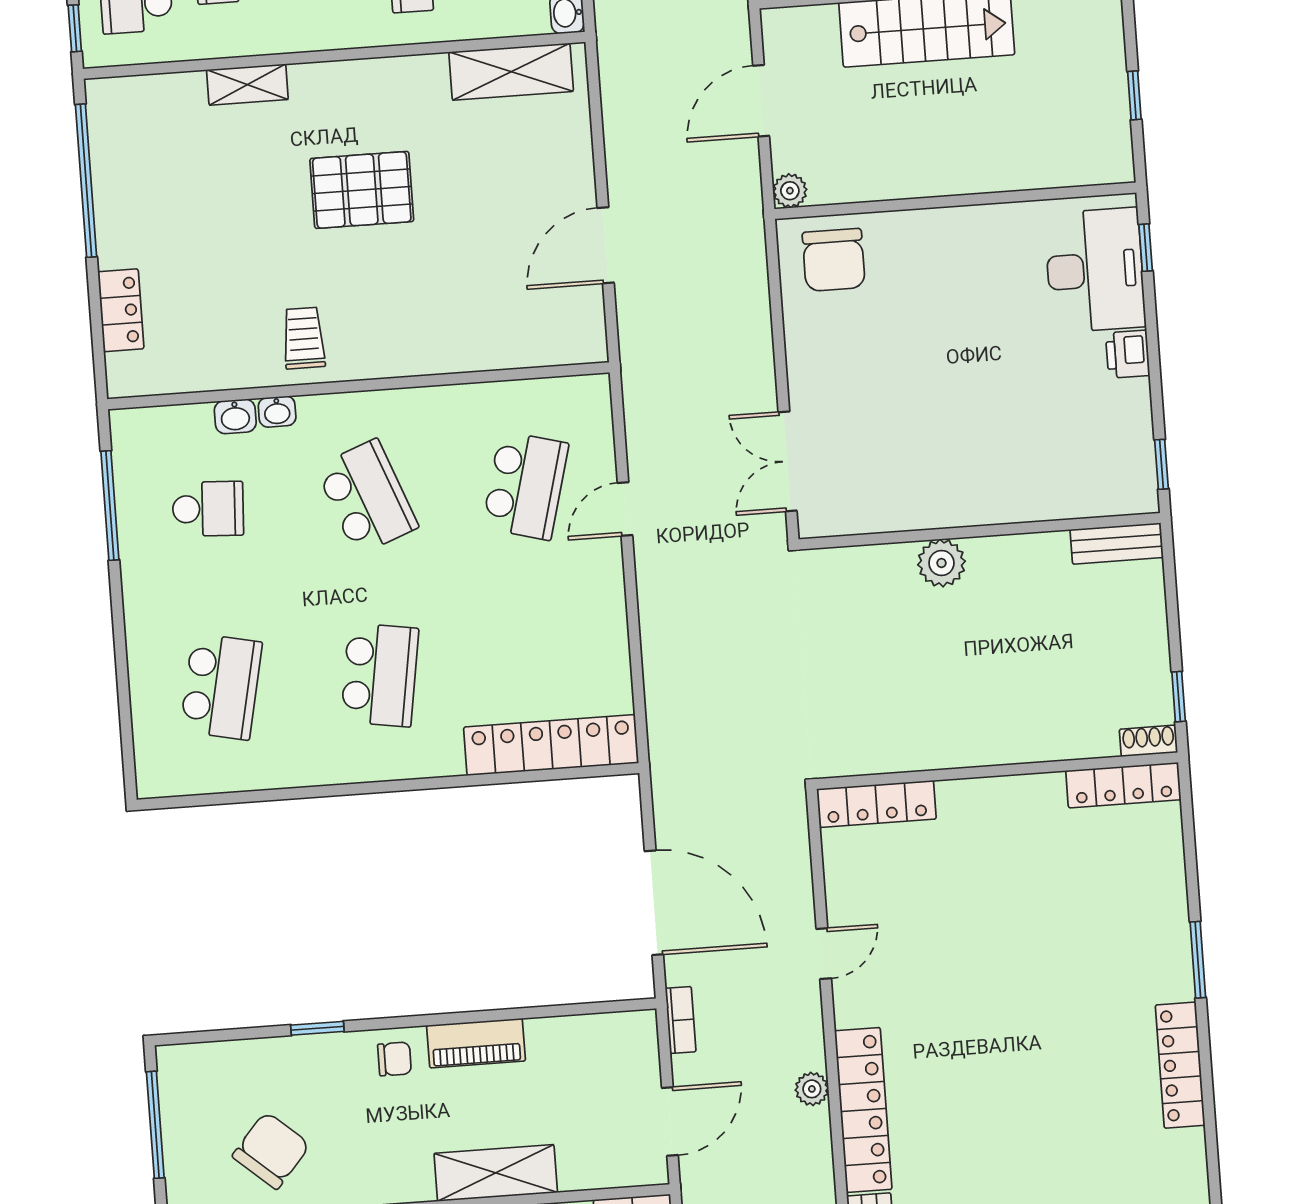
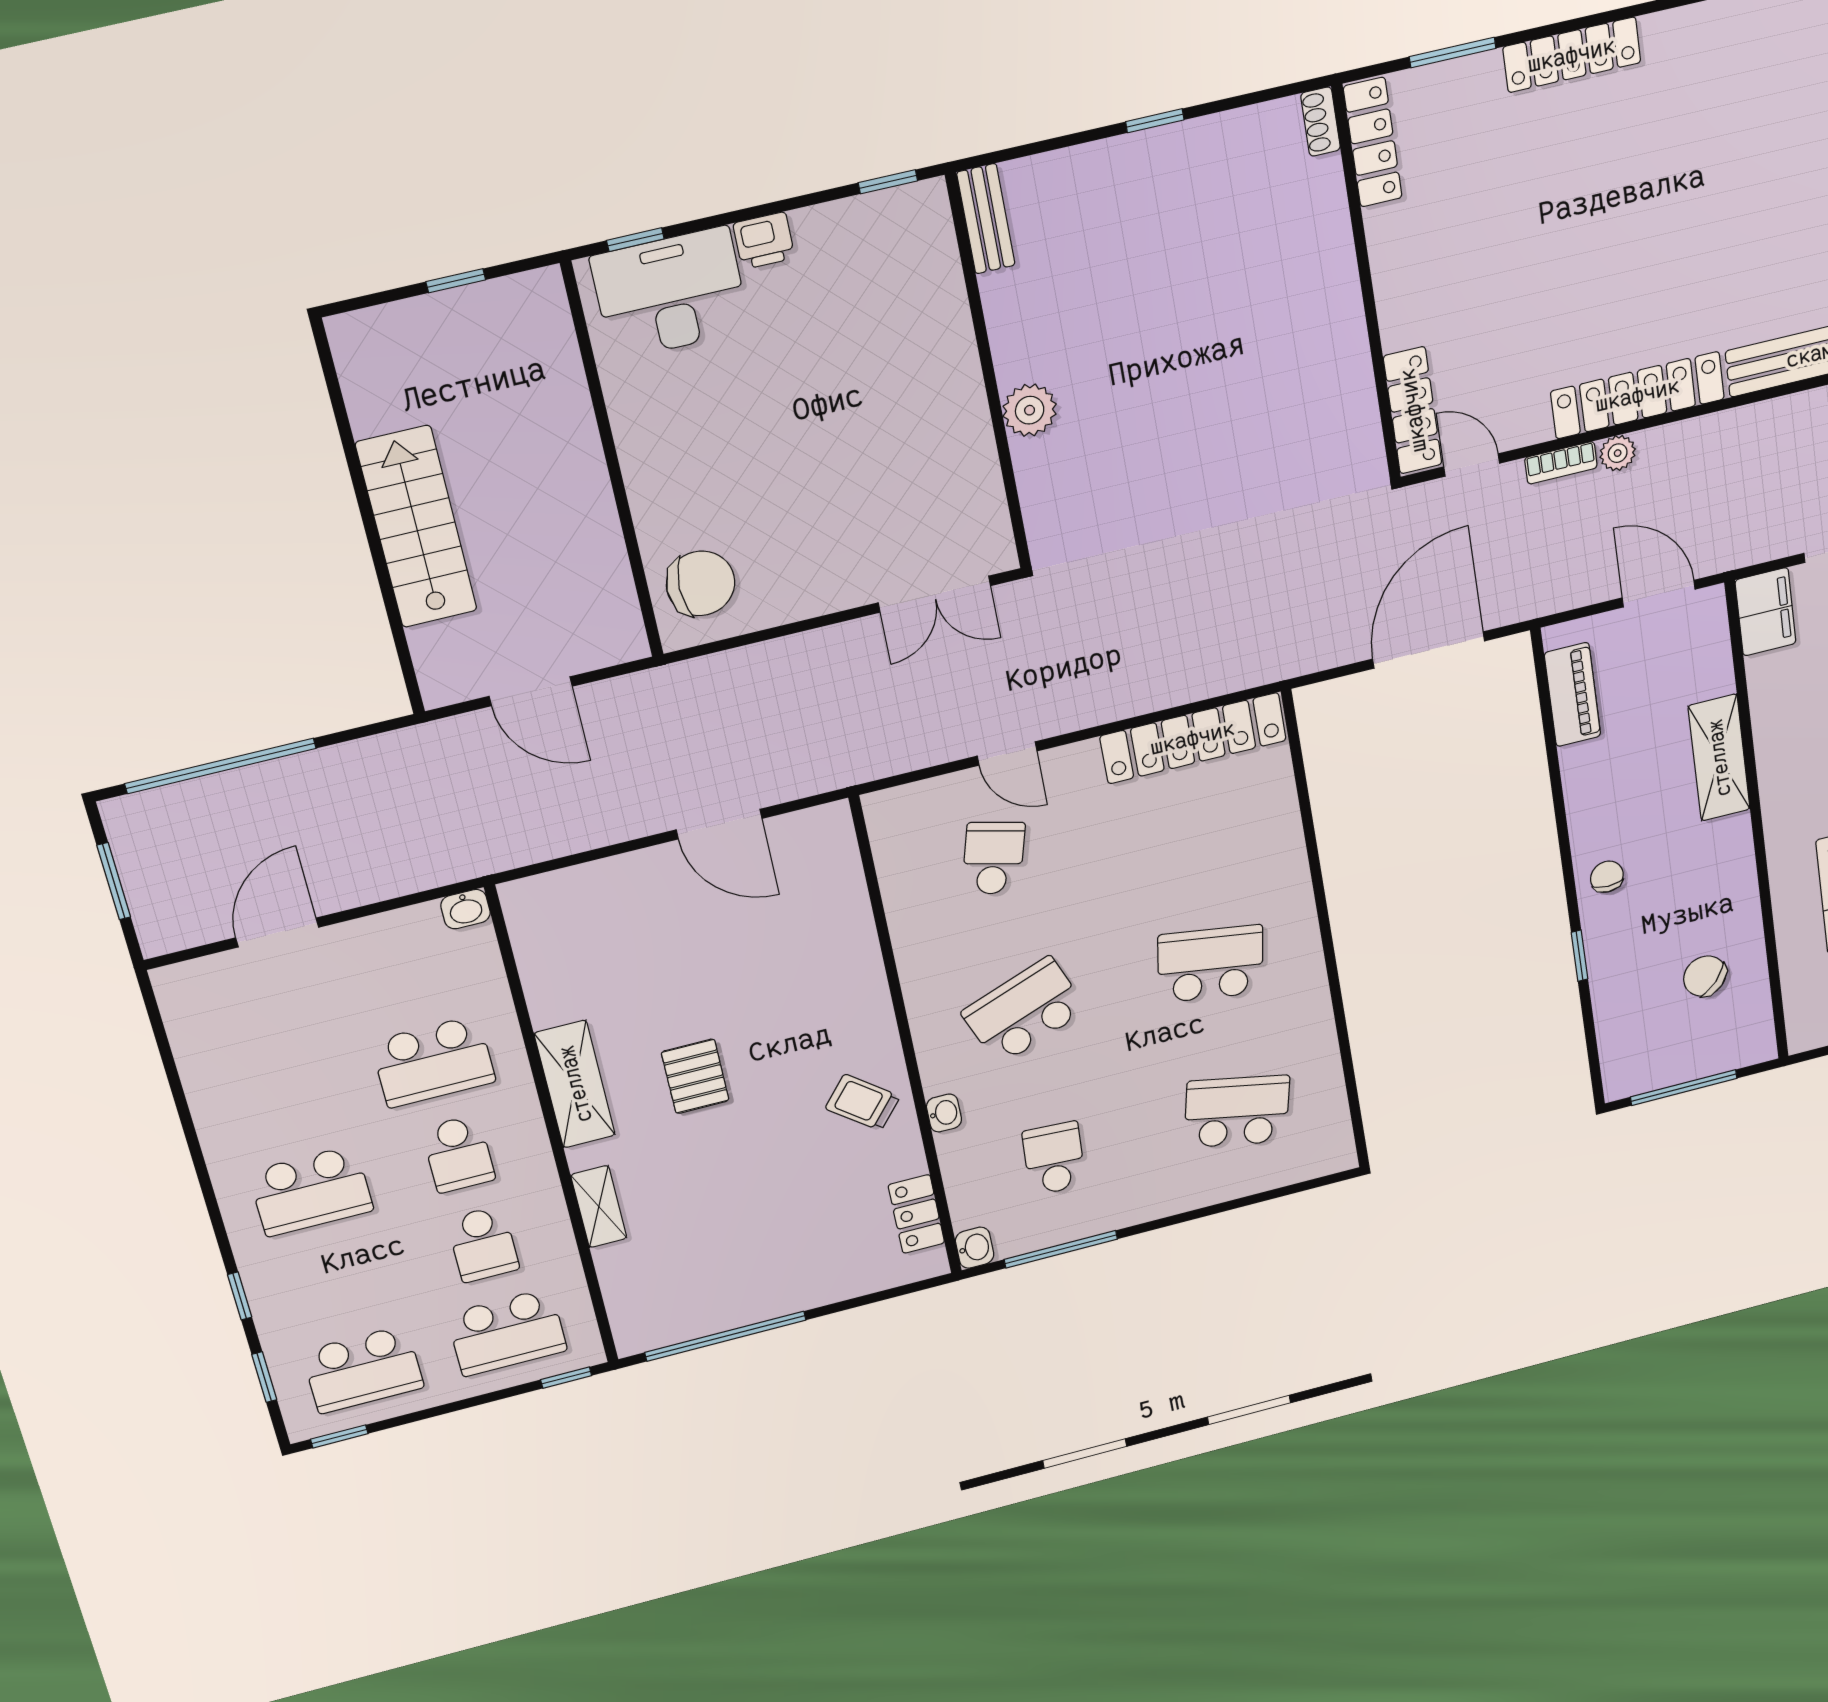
shelving: (511, 72) -> (575, 1084), moved
pallet: (362, 190) -> (695, 1076), width x0.67, depth x0.71
plant: (790, 191) -> (629, 643), removed
locker: (121, 310) -> (916, 1214), moved, turned -90
trolley: (304, 338) -> (863, 1102), turned 39
washbasin: (235, 416) -> (975, 1248), moved
school desk: (525, 486) -> (993, 858), width x0.54
shoe rack: (1148, 741) -> (1321, 122), moved
locker: (551, 745) -> (1193, 738), moved, turned -90
wall: (997, 771) -> (1367, 286), moved
locker: (1123, 785) -> (1373, 142), moved
locker: (877, 804) -> (1413, 410), moved
bookcase: (681, 1020) -> (1561, 463), moved, turned 180
piano: (476, 1043) -> (1572, 695), moved
chair: (271, 1150) -> (1705, 976), width x0.73, depth x0.73

